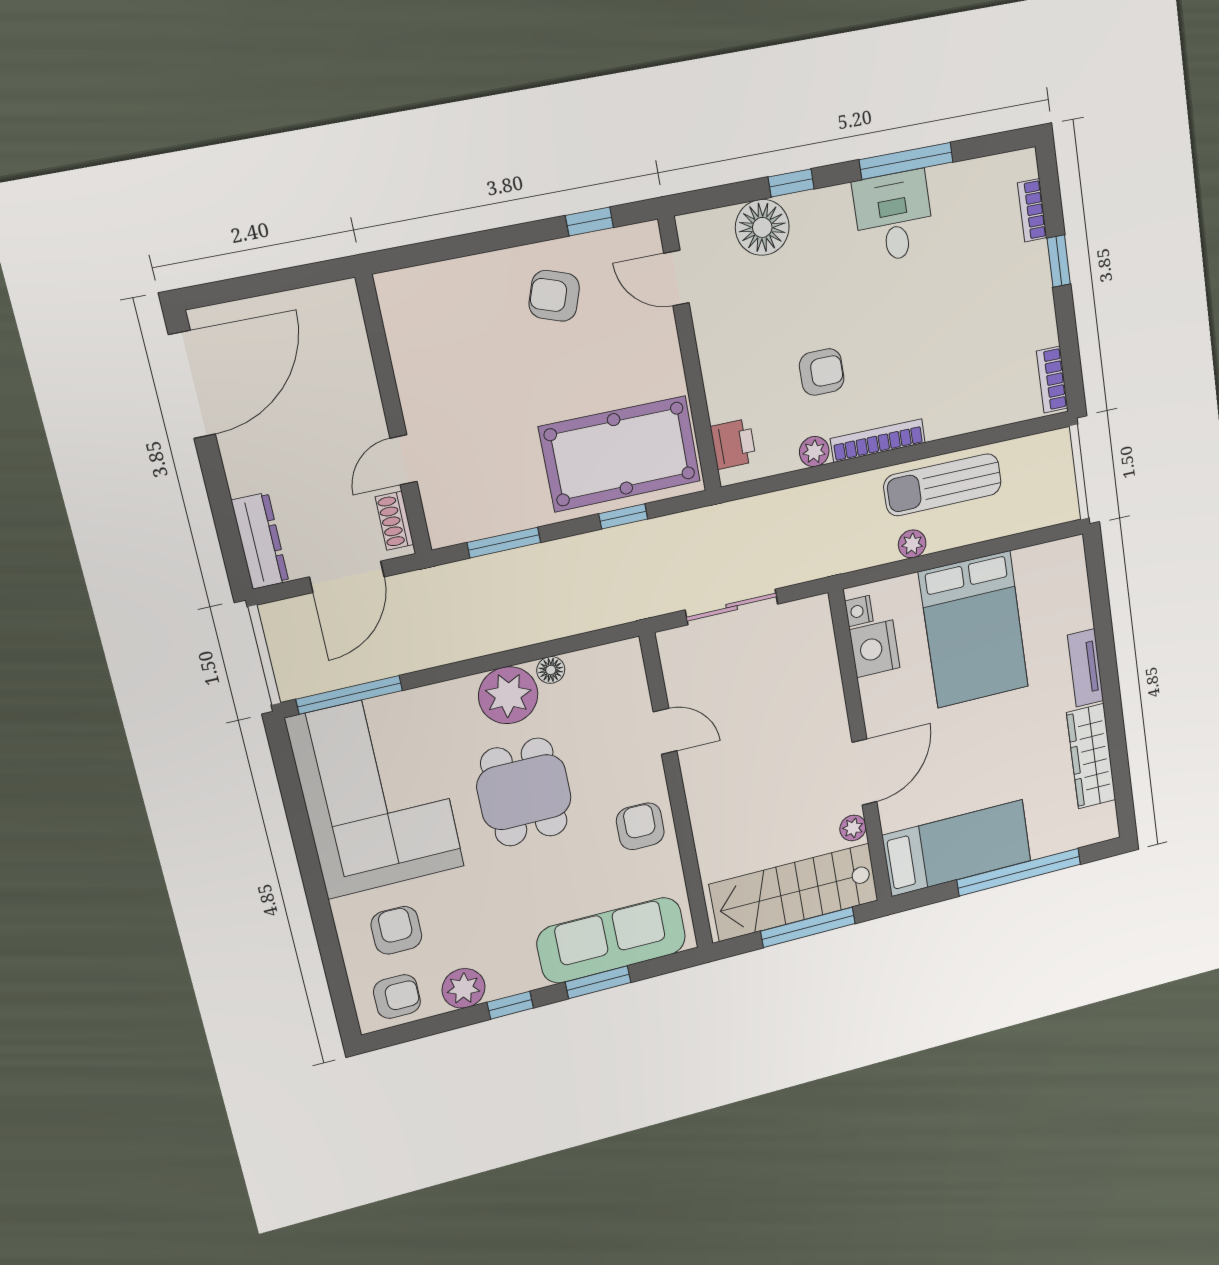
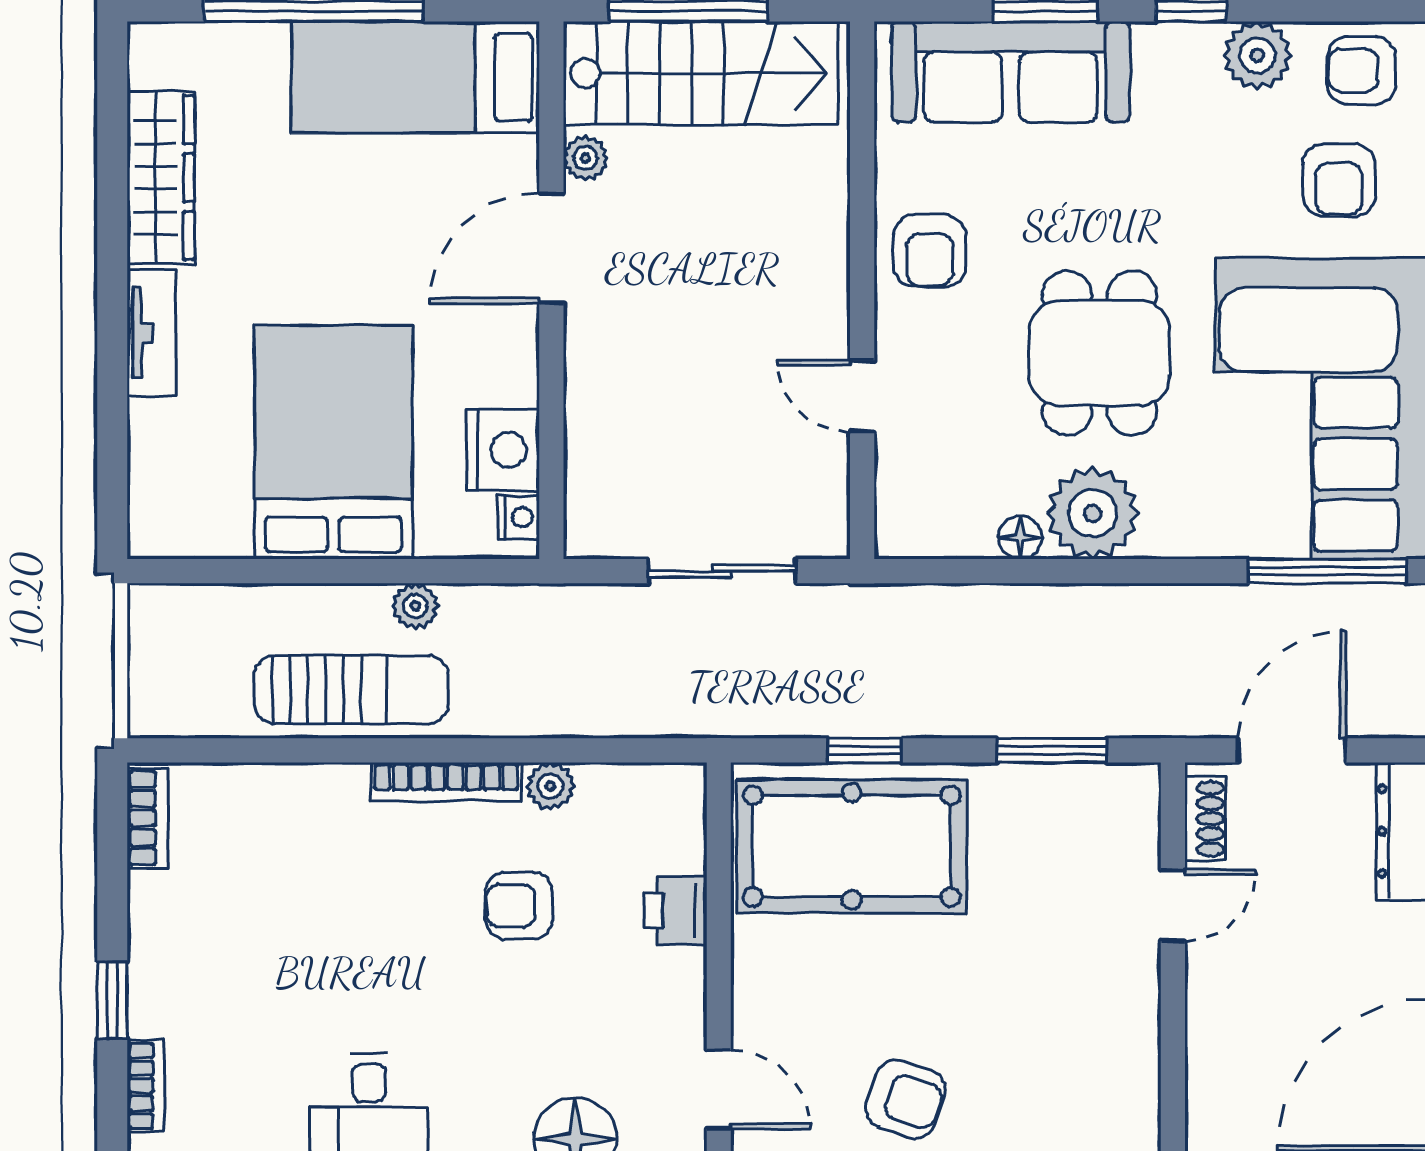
printer: (733, 444) -> (675, 910), moved

